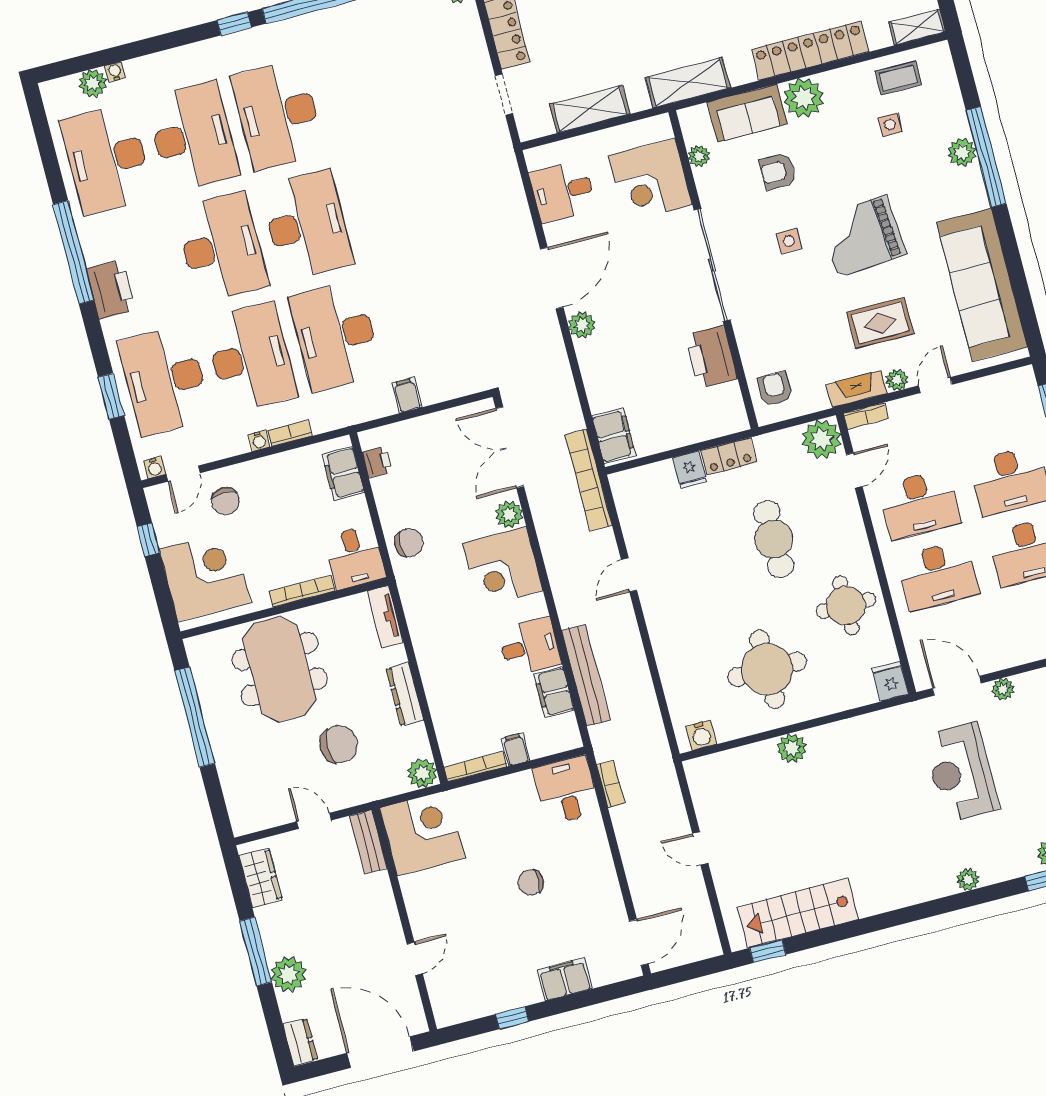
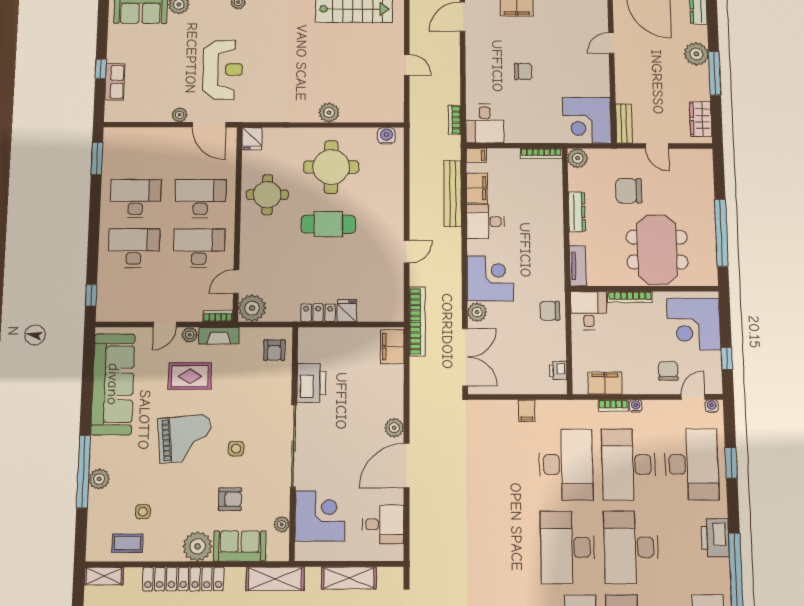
filing cabinet: (343, 473) -> (605, 383), moved, turned -90
cafe table: (774, 539) -> (328, 224), moved, turned 90
filing cabinet: (516, 749) -> (476, 155), moved, turned -90

